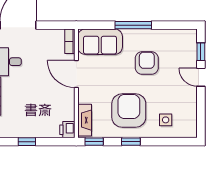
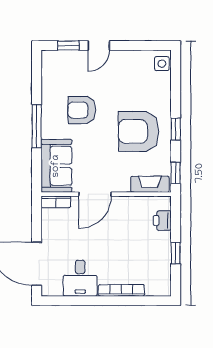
side table: (166, 120) -> (162, 64), moved
printer: (67, 130) -> (162, 221), moved, turned 90

